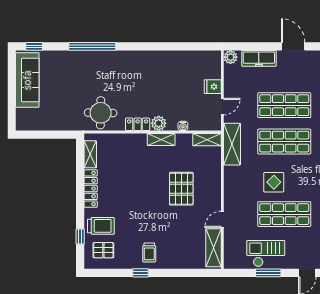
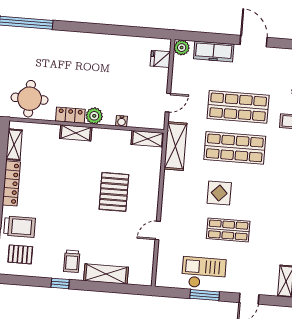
fridge: (213, 87) -> (160, 59), moved
shelving: (161, 139) -> (76, 133), moved
shop shelf: (284, 214) -> (228, 230), width x0.70, depth x0.74
shelving: (213, 248) -> (106, 274), moved, turned 90

